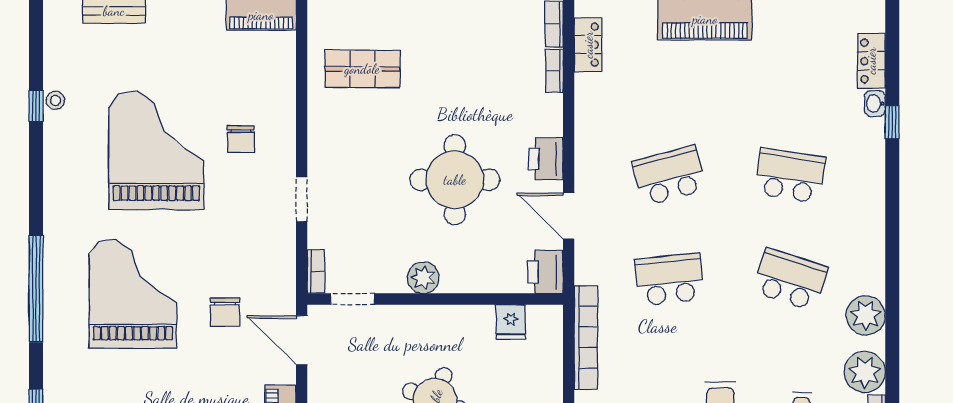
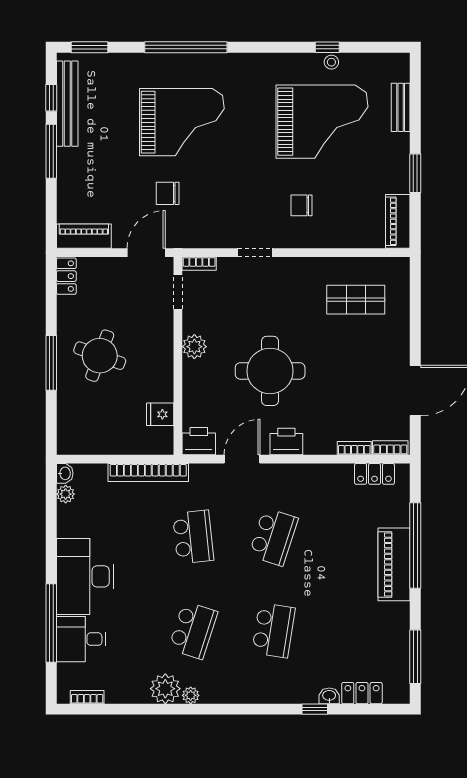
shop shelf: (362, 69) -> (356, 300), turned 90
grand piano: (156, 150) -> (322, 122), moved
school desk: (669, 176) -> (273, 537), turned 33
plant: (865, 372) -> (191, 695), moved, width x0.53, depth x0.53

